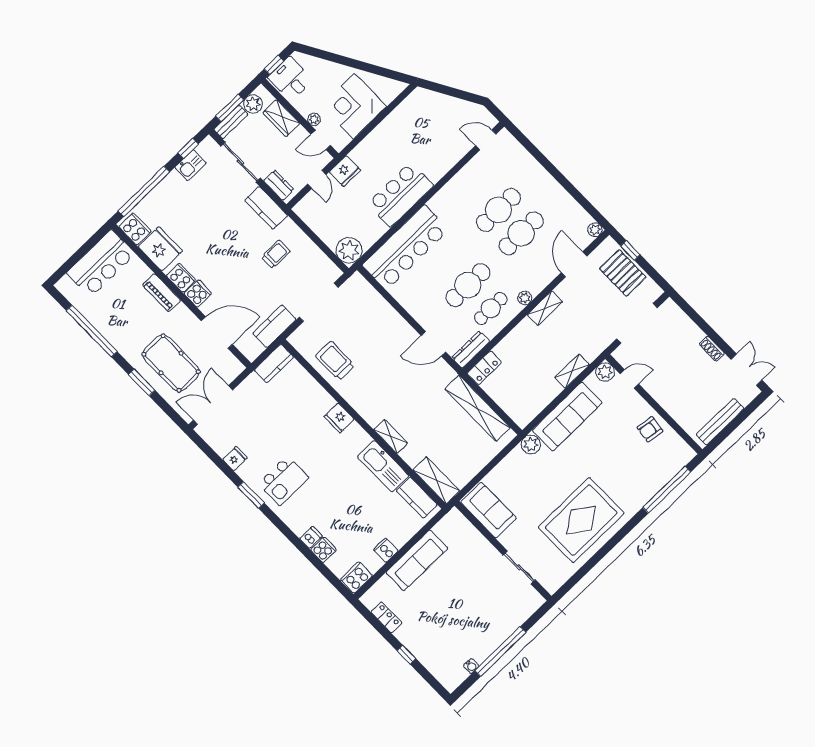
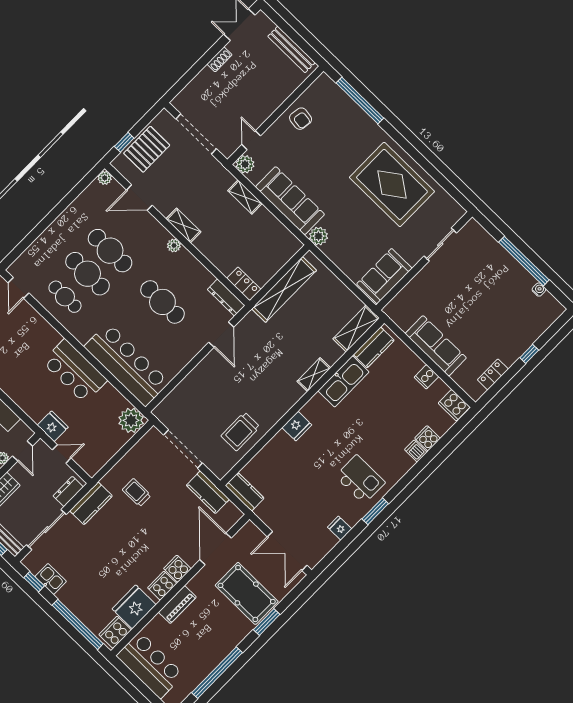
cafe table: (491, 308) -> (65, 297), moved
pool table: (171, 363) -> (247, 593), turned 90

